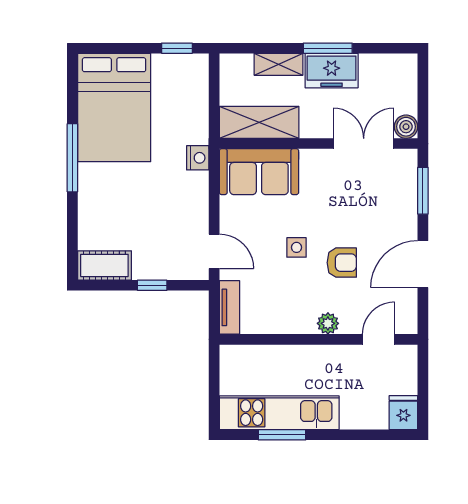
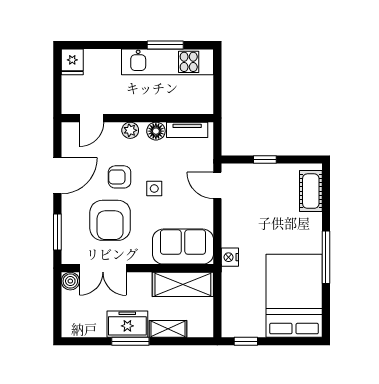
armchair: (354, 206) -> (110, 220), added
cot: (104, 265) -> (311, 191), moved, turned 90
tv unit: (229, 307) -> (187, 130), moved, turned -90
floor lamp: (294, 322) -> (156, 131), added

